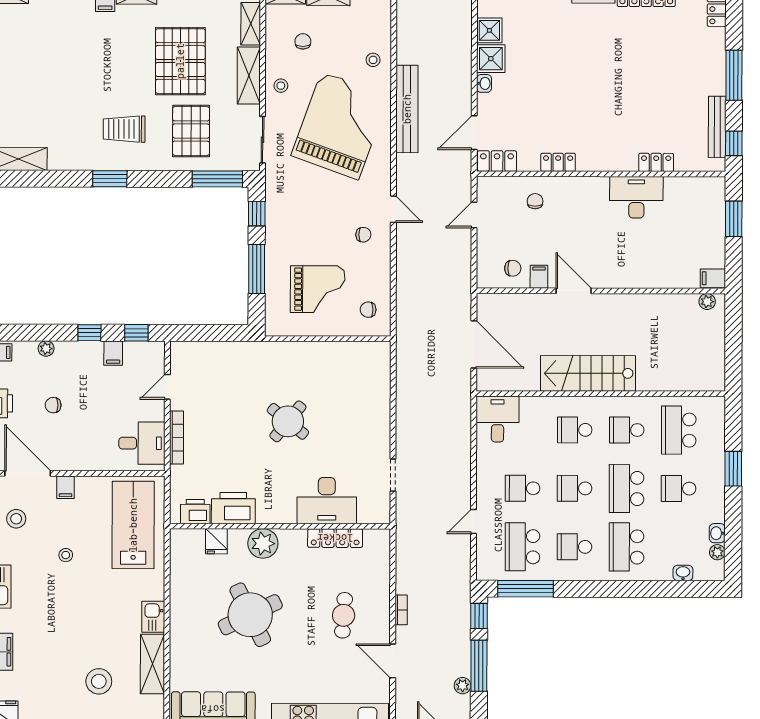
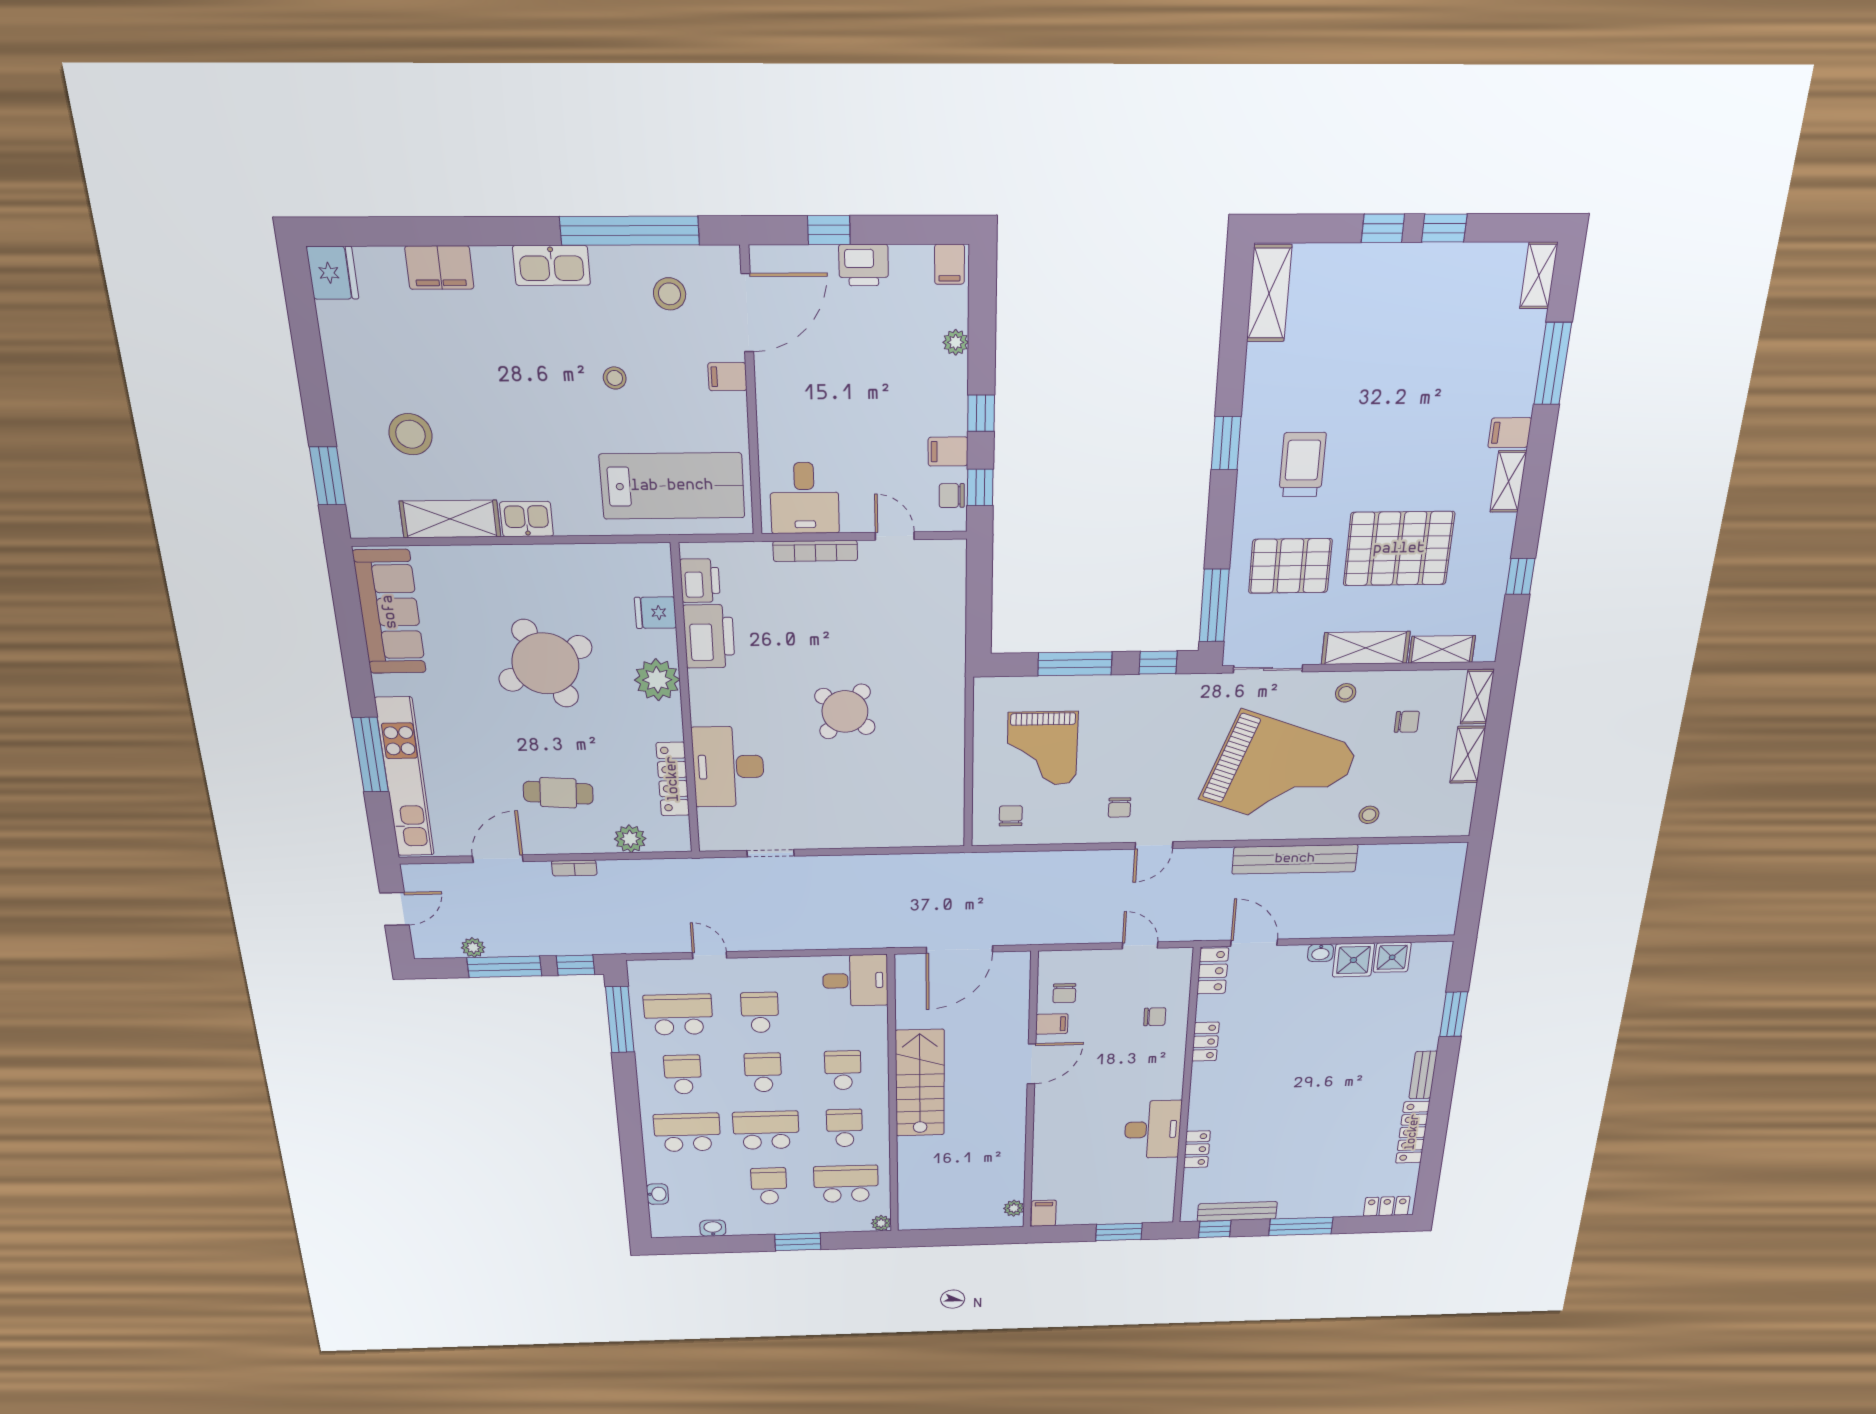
chair: (53, 405) -> (952, 496), moved, turned -90
plant: (717, 552) -> (881, 1223), moved
plant: (380, 570) -> (630, 839), added

